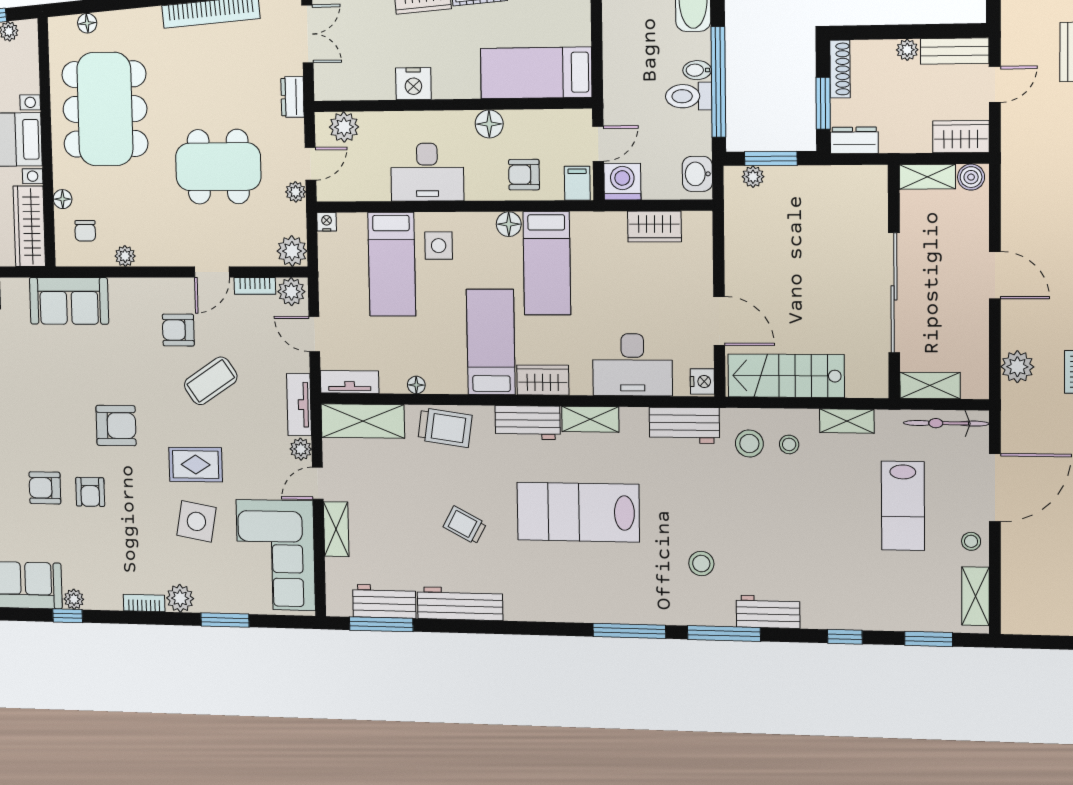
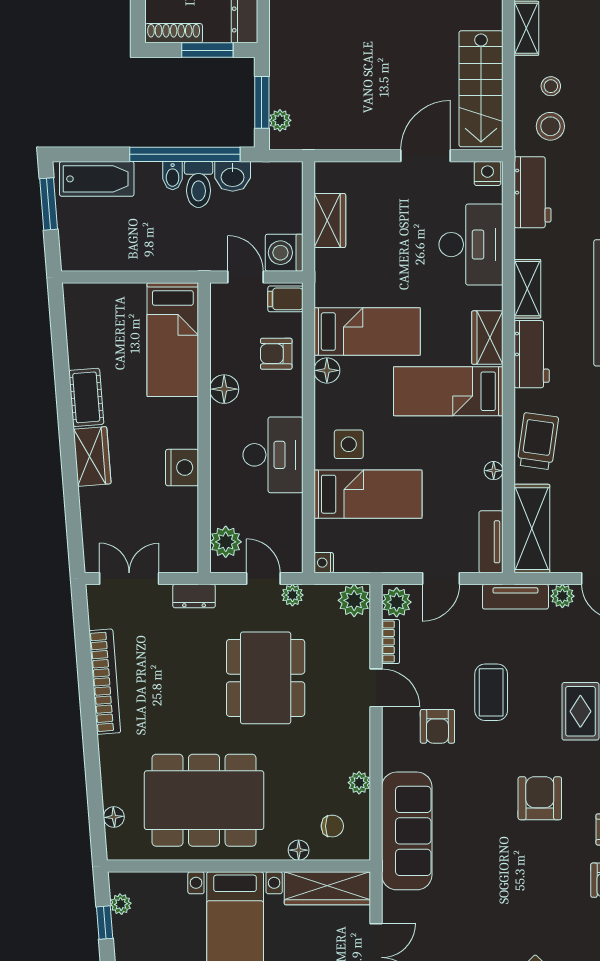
washbasin: (697, 174) -> (233, 176), moved
armchair: (524, 175) -> (276, 354), turned 90
sofa: (69, 301) -> (407, 831), width x1.36
coffee table: (211, 381) -> (491, 692), turned 34

